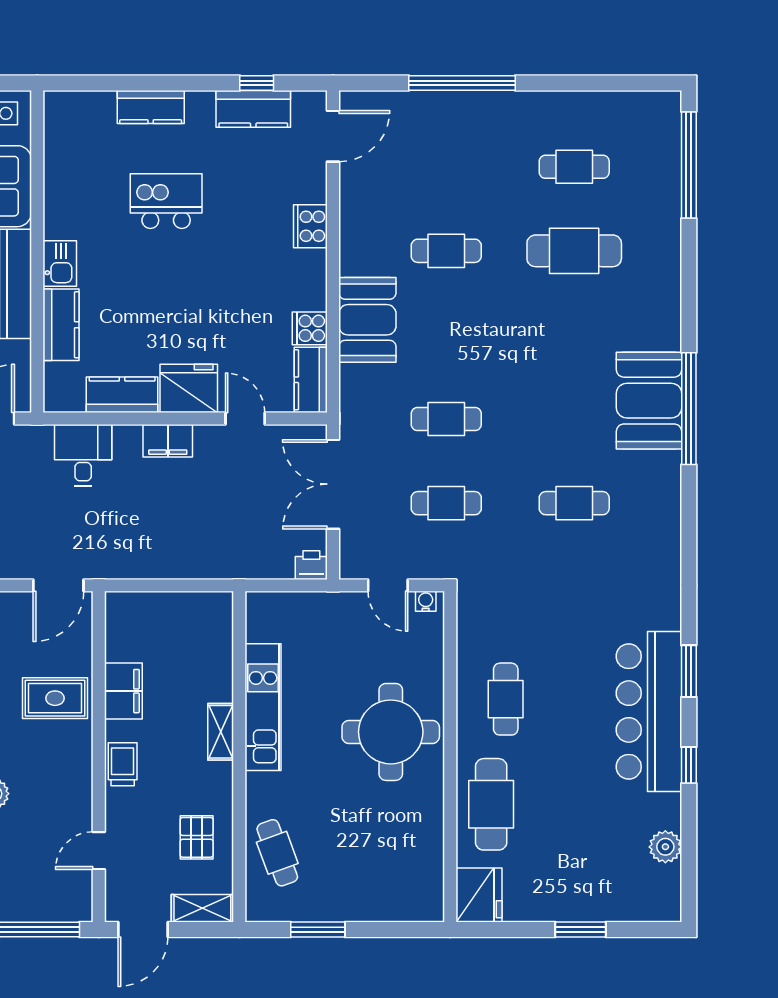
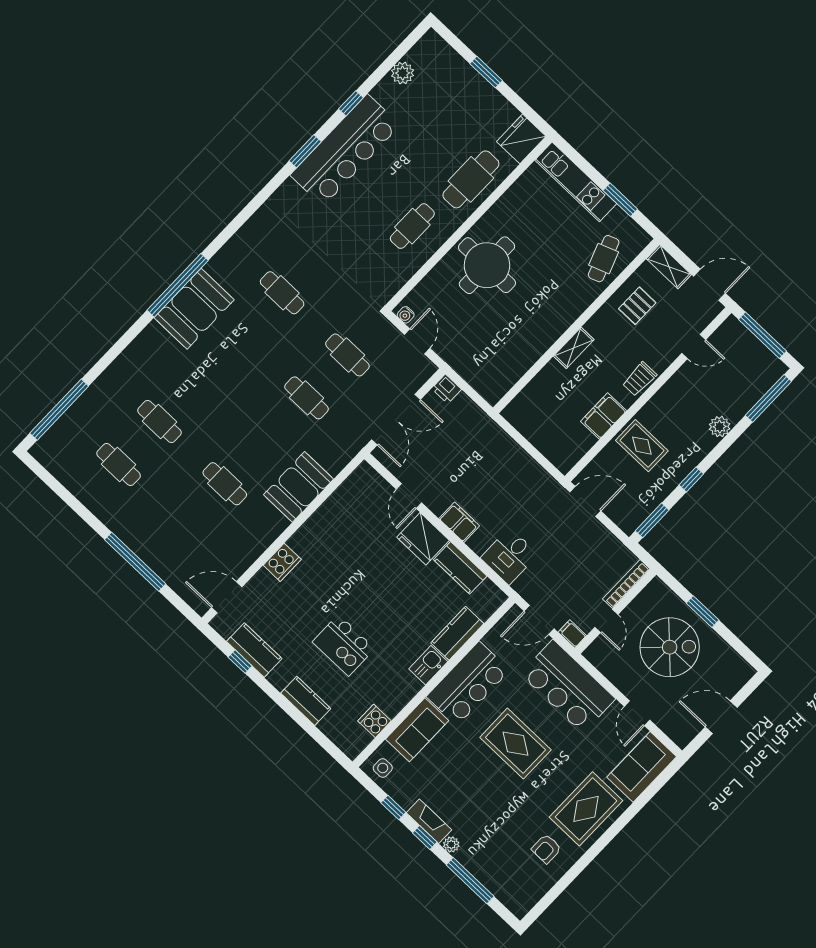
cafe table: (574, 251) -> (159, 422), width x0.73, depth x0.74
cooker: (310, 328) -> (374, 721), moved, turned 180
kitchen counter: (311, 380) -> (357, 484), removed
kitchen unit: (263, 707) -> (576, 182), moved, turned -90

